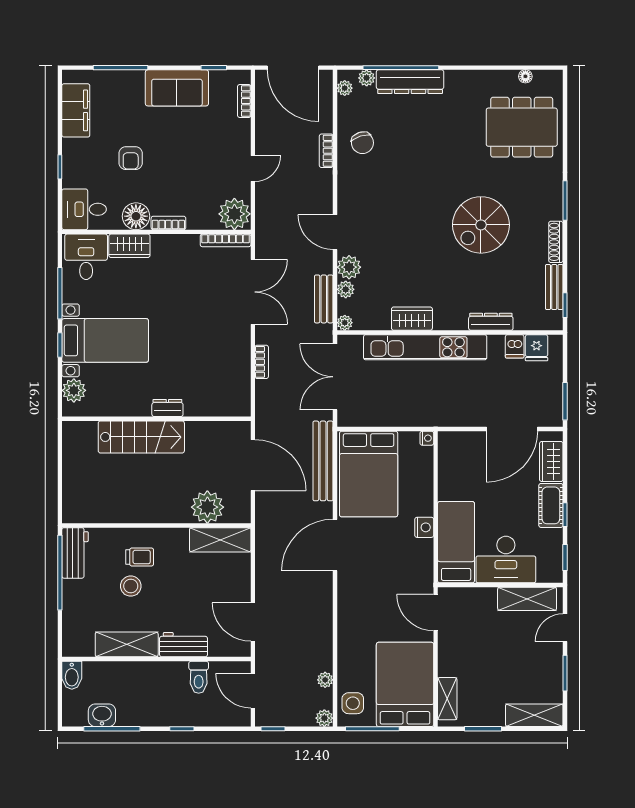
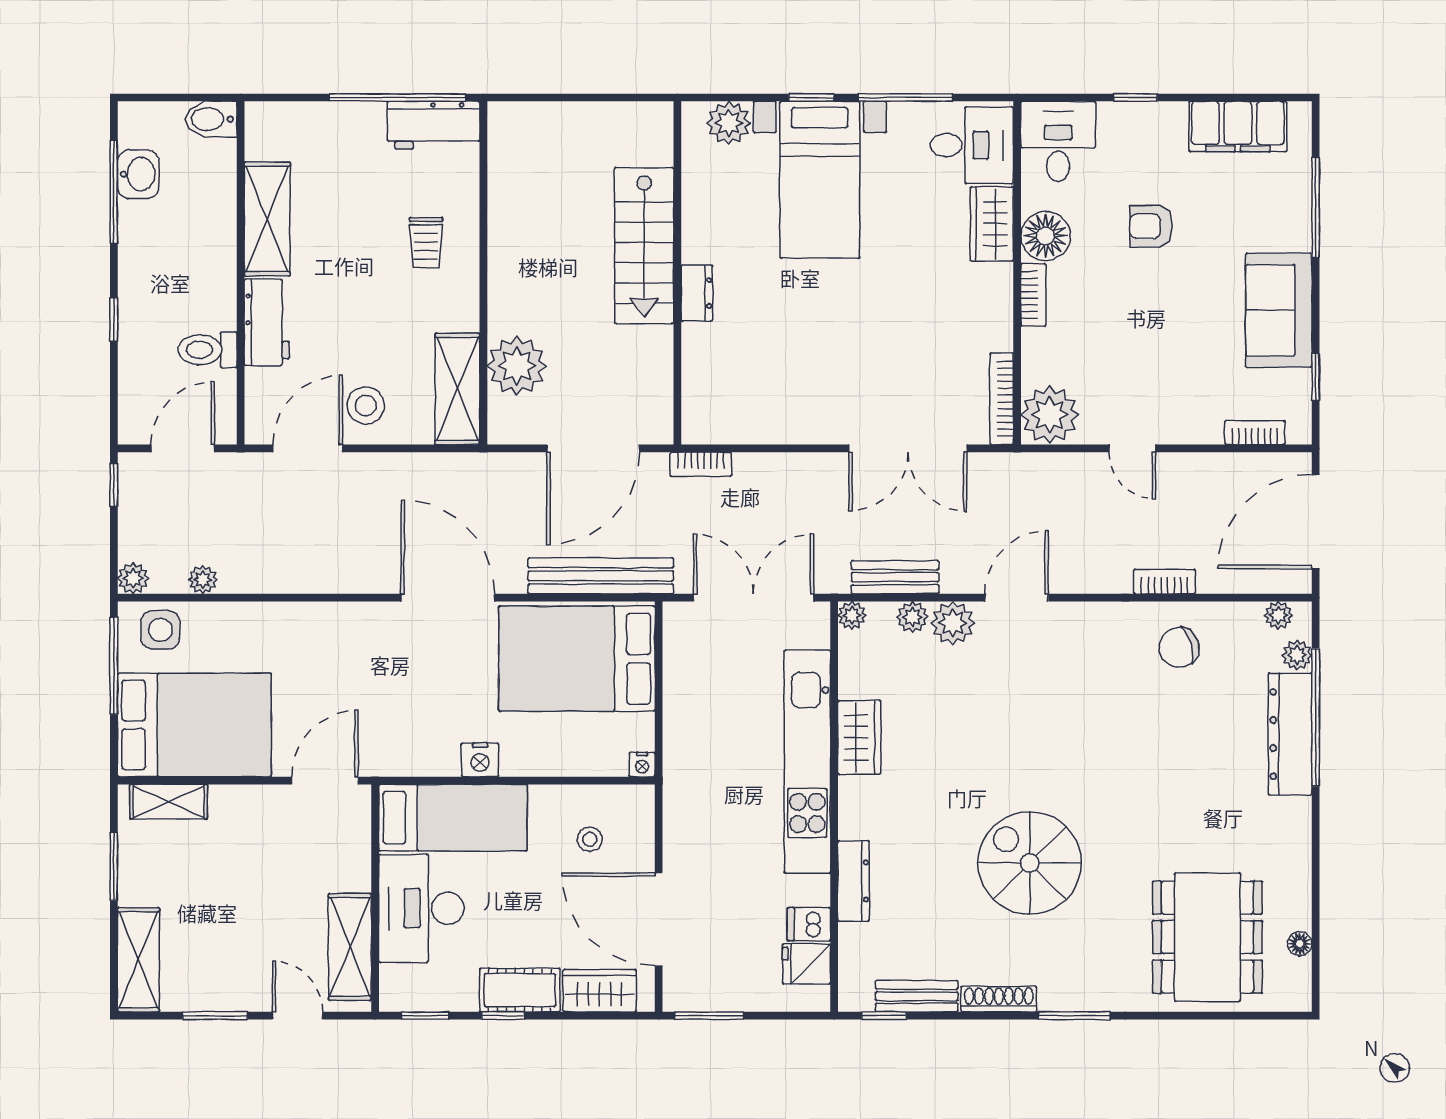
bookcase: (262, 362) -> (701, 464), moved
stool: (468, 467) -> (590, 839), added
stool: (131, 586) -> (366, 405), moved

